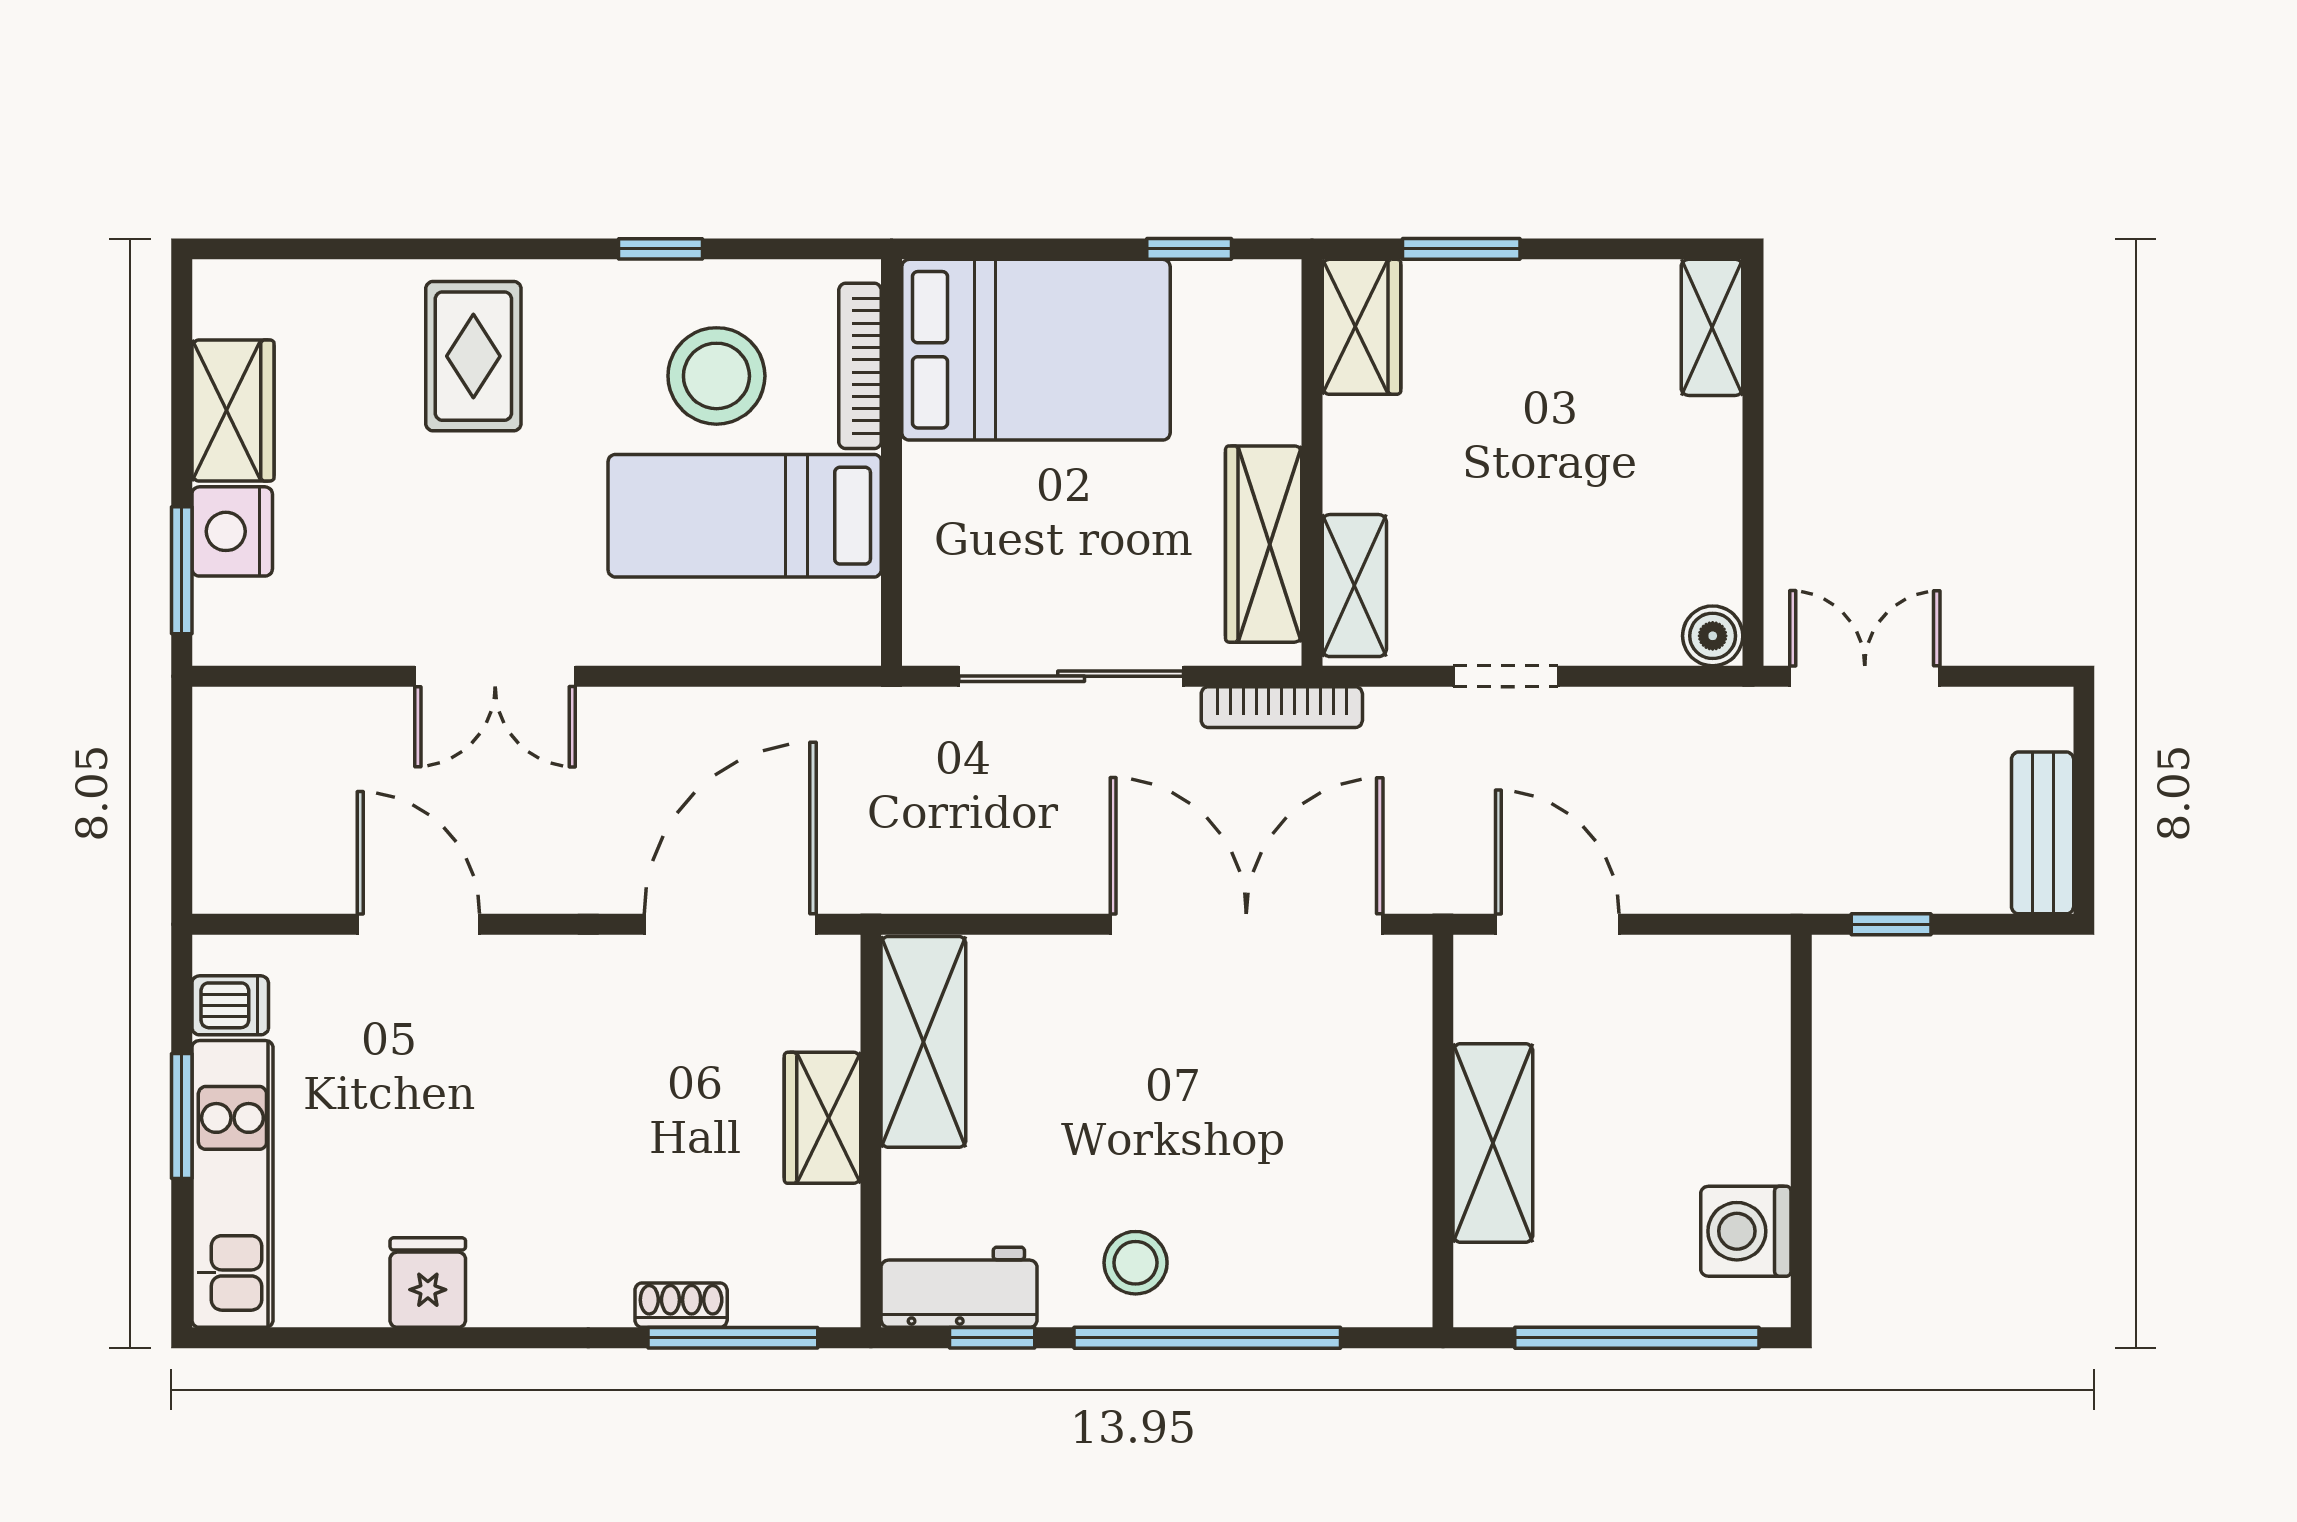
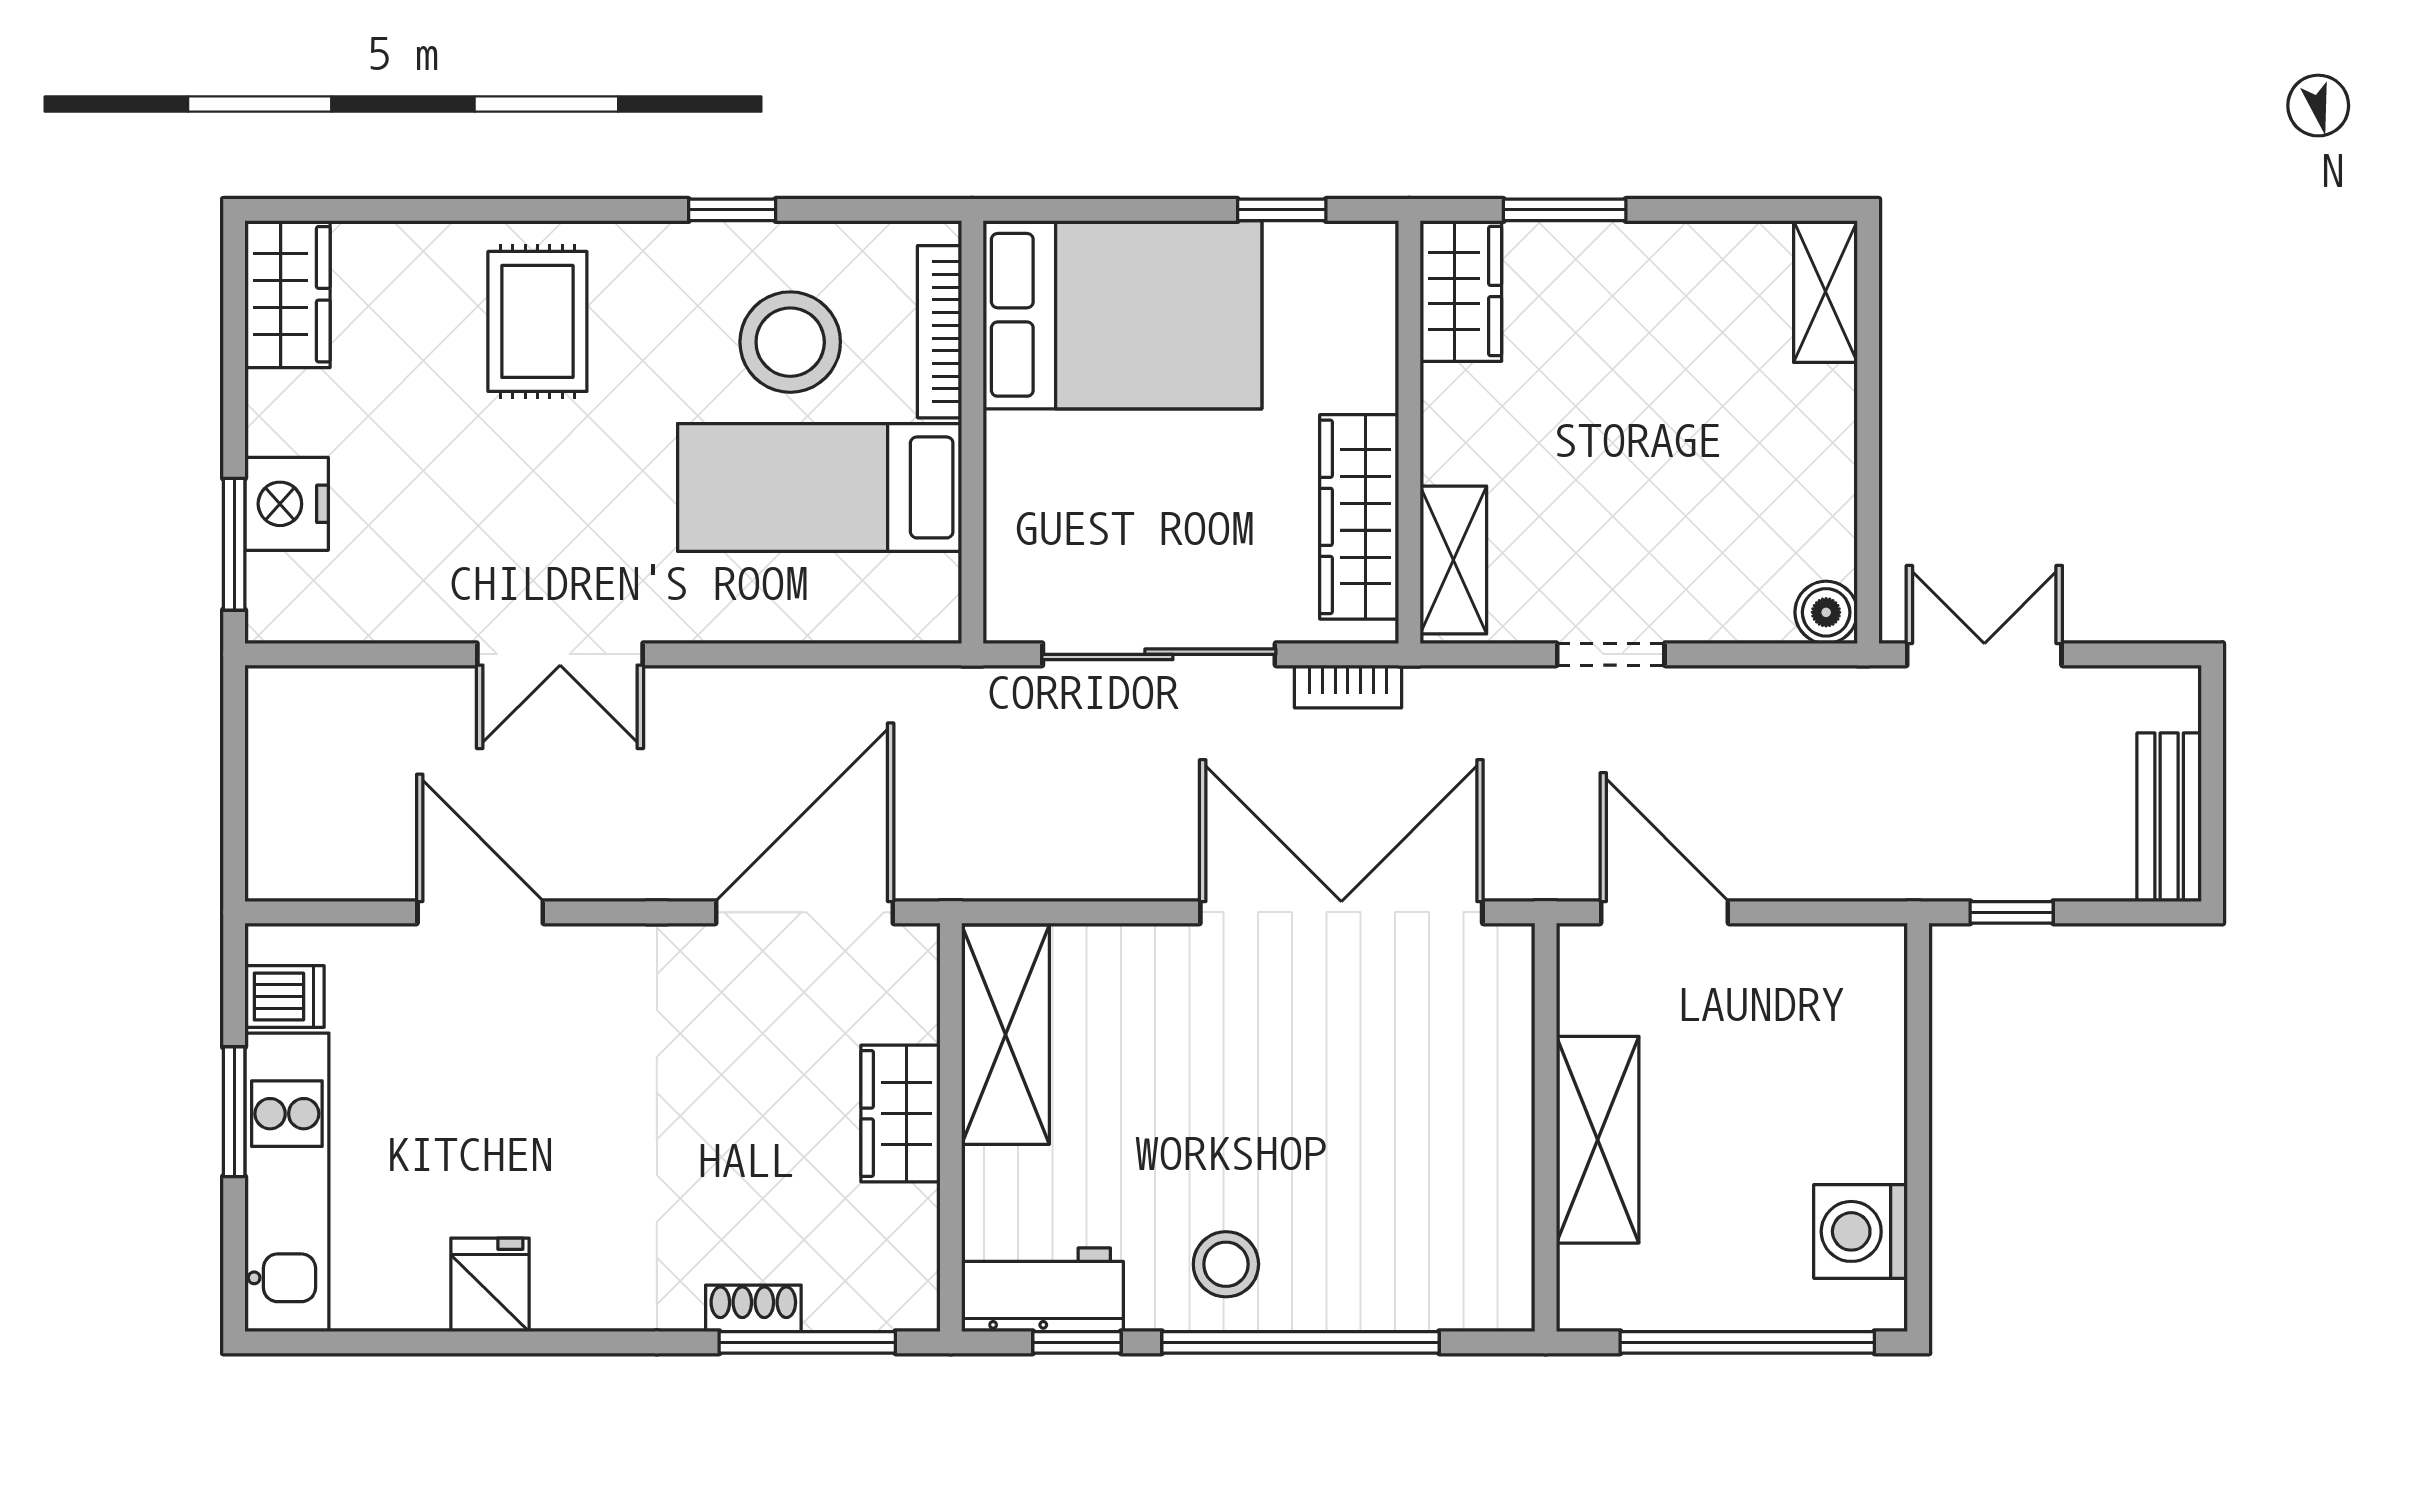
wardrobe: (233, 411) -> (287, 294), moved
bookcase: (1282, 707) -> (1348, 686), width x0.64

